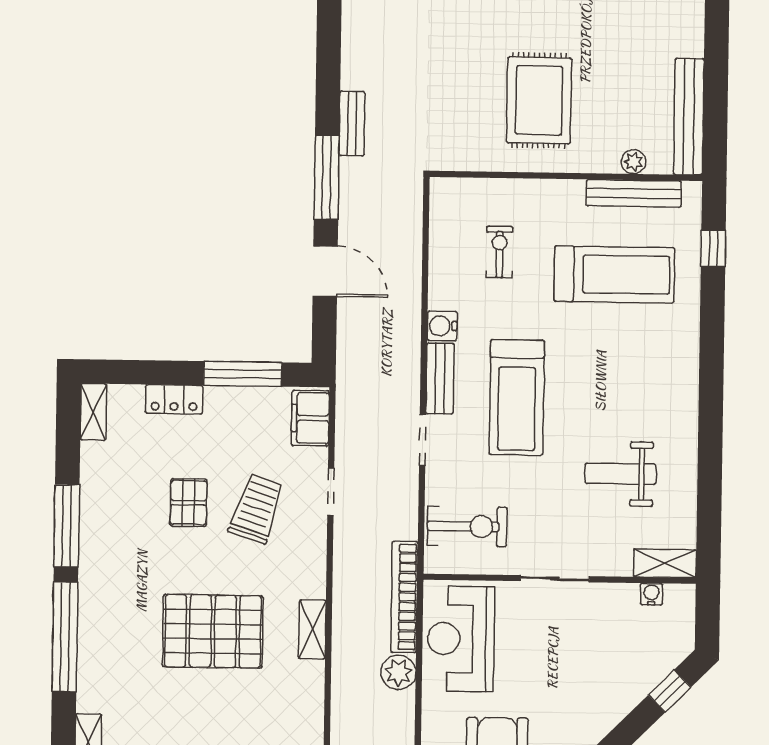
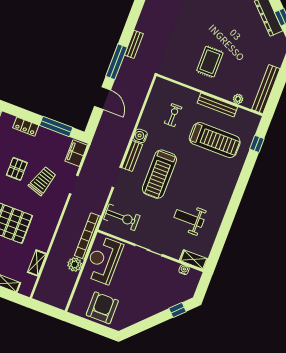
rug: (539, 100) -> (210, 62), width x0.73, depth x0.70
bench: (634, 193) -> (217, 105), moved
shelving: (312, 629) -> (37, 263), moved

